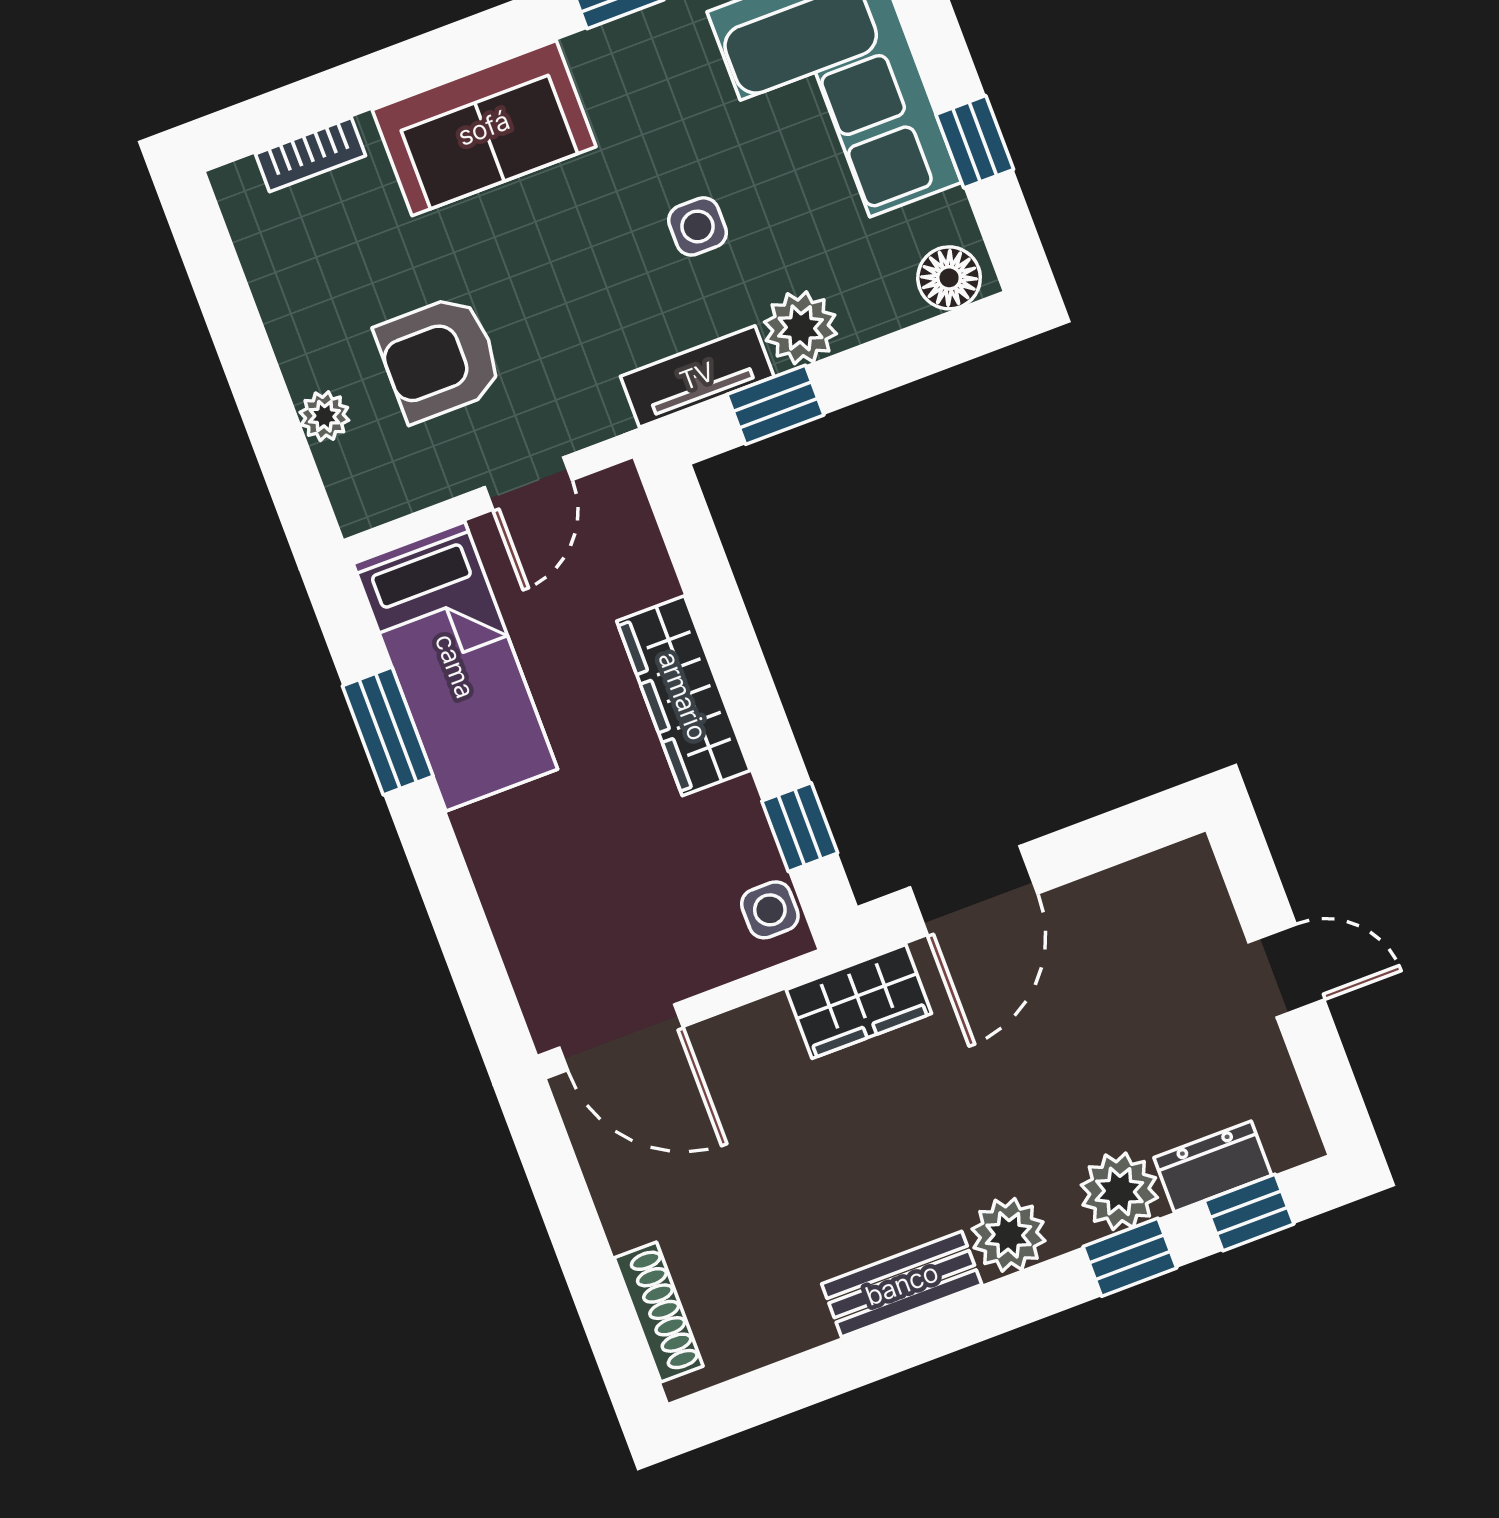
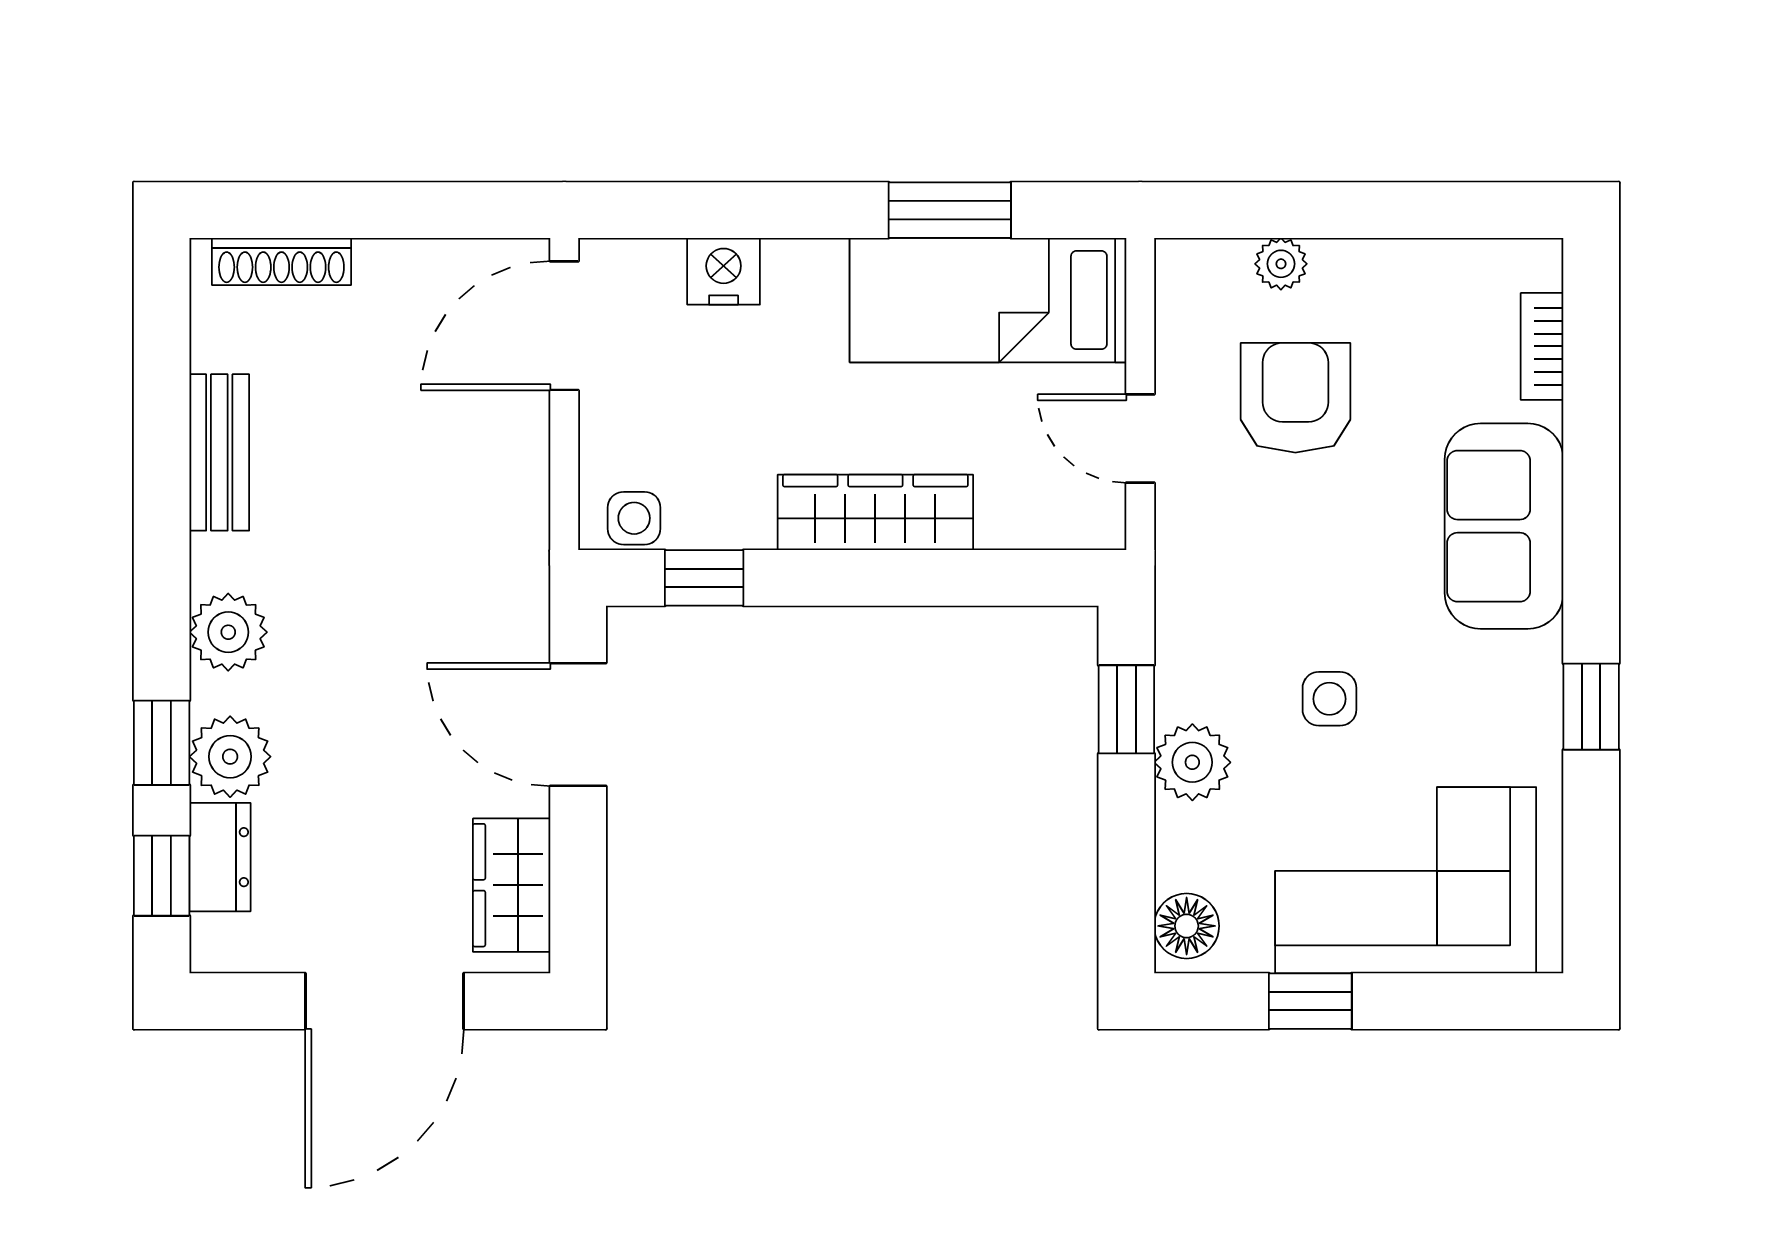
tv unit: (697, 376) -> (1183, 643), removed
nightstand: (519, 913) -> (724, 271), added
door: (1286, 971) -> (384, 1001), width x1.88
wardrobe: (859, 1002) -> (512, 885), moved
bench: (902, 1284) -> (219, 452), moved

